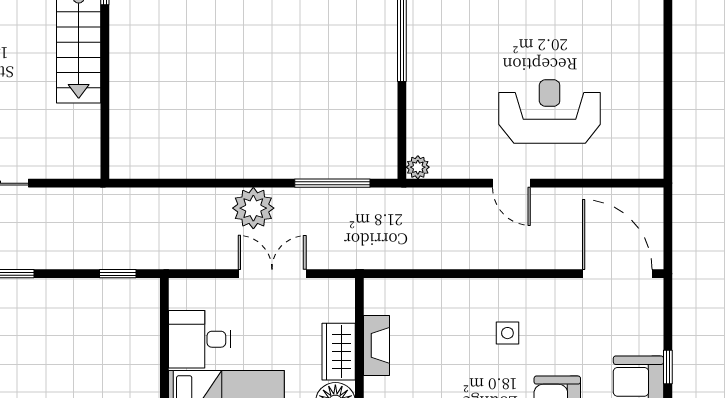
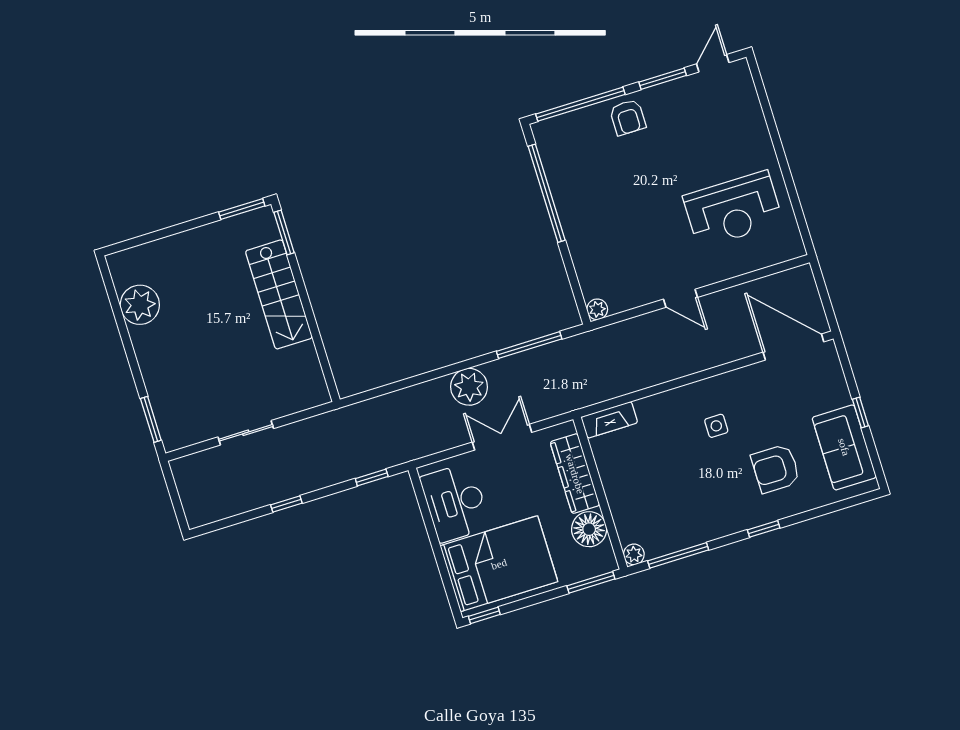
reception desk: (550, 112) -> (733, 210), moved, turned 180
desk: (200, 339) -> (455, 502), width x1.37
fireplace: (377, 345) -> (609, 420), moved, turned 90
wardrobe: (339, 352) -> (575, 474), width x1.50

